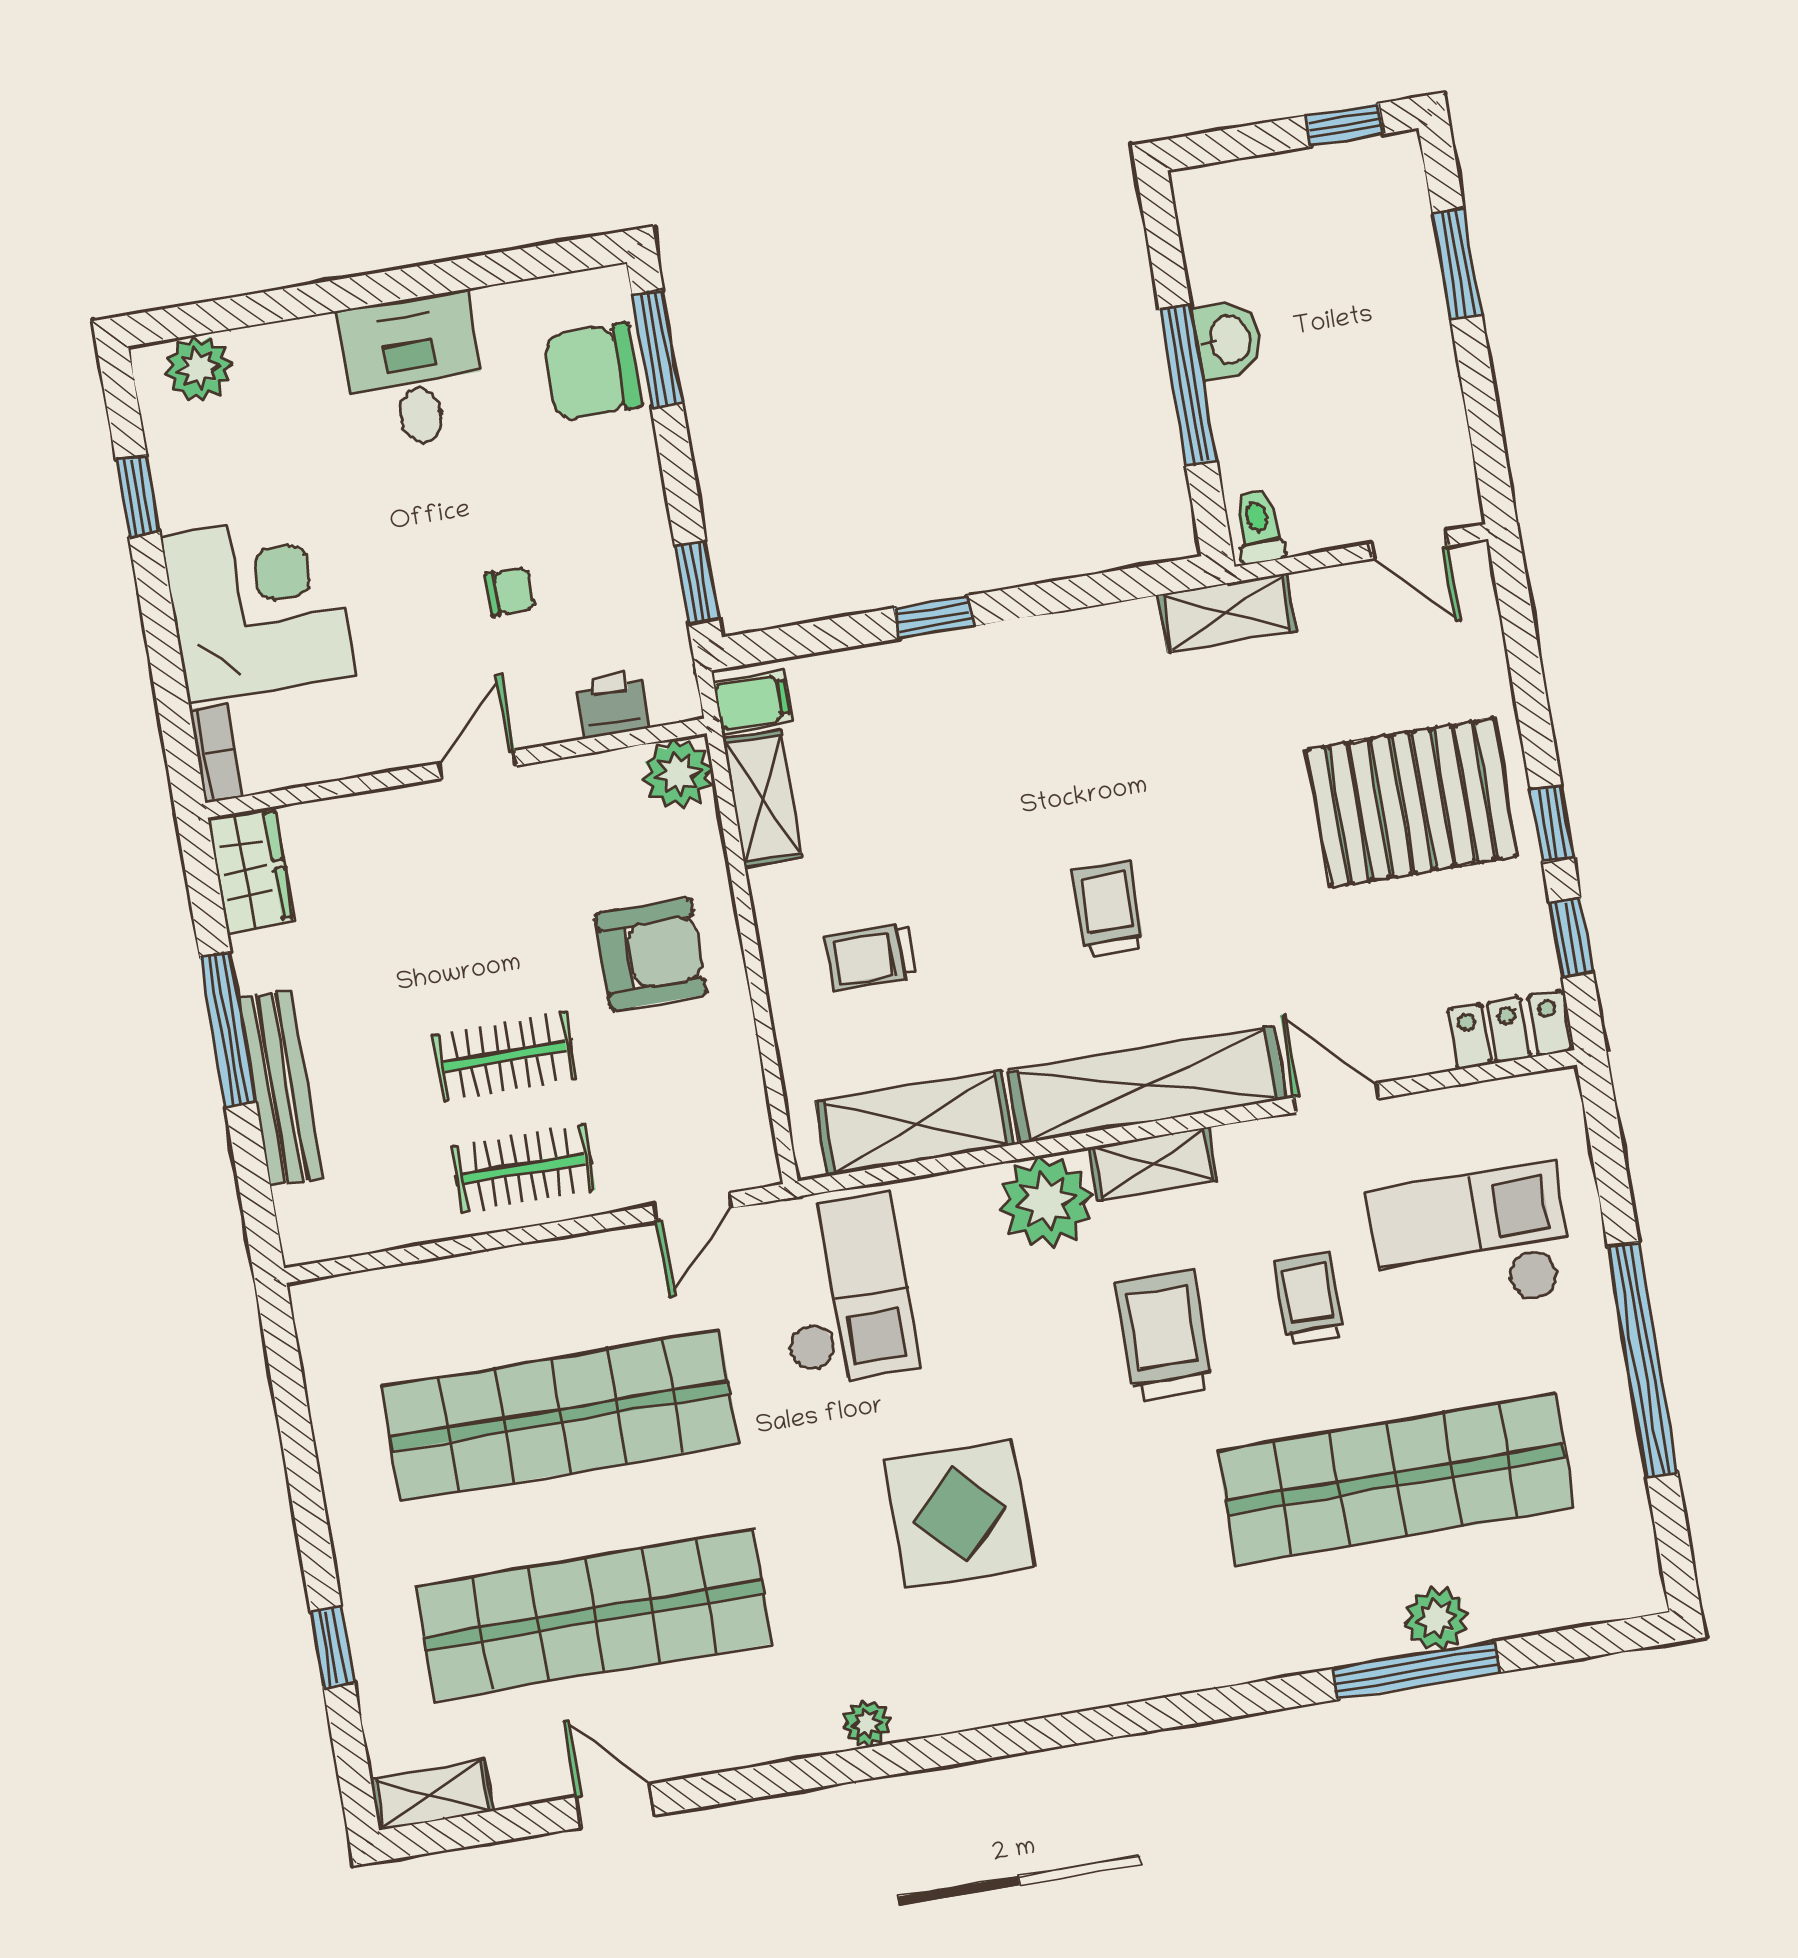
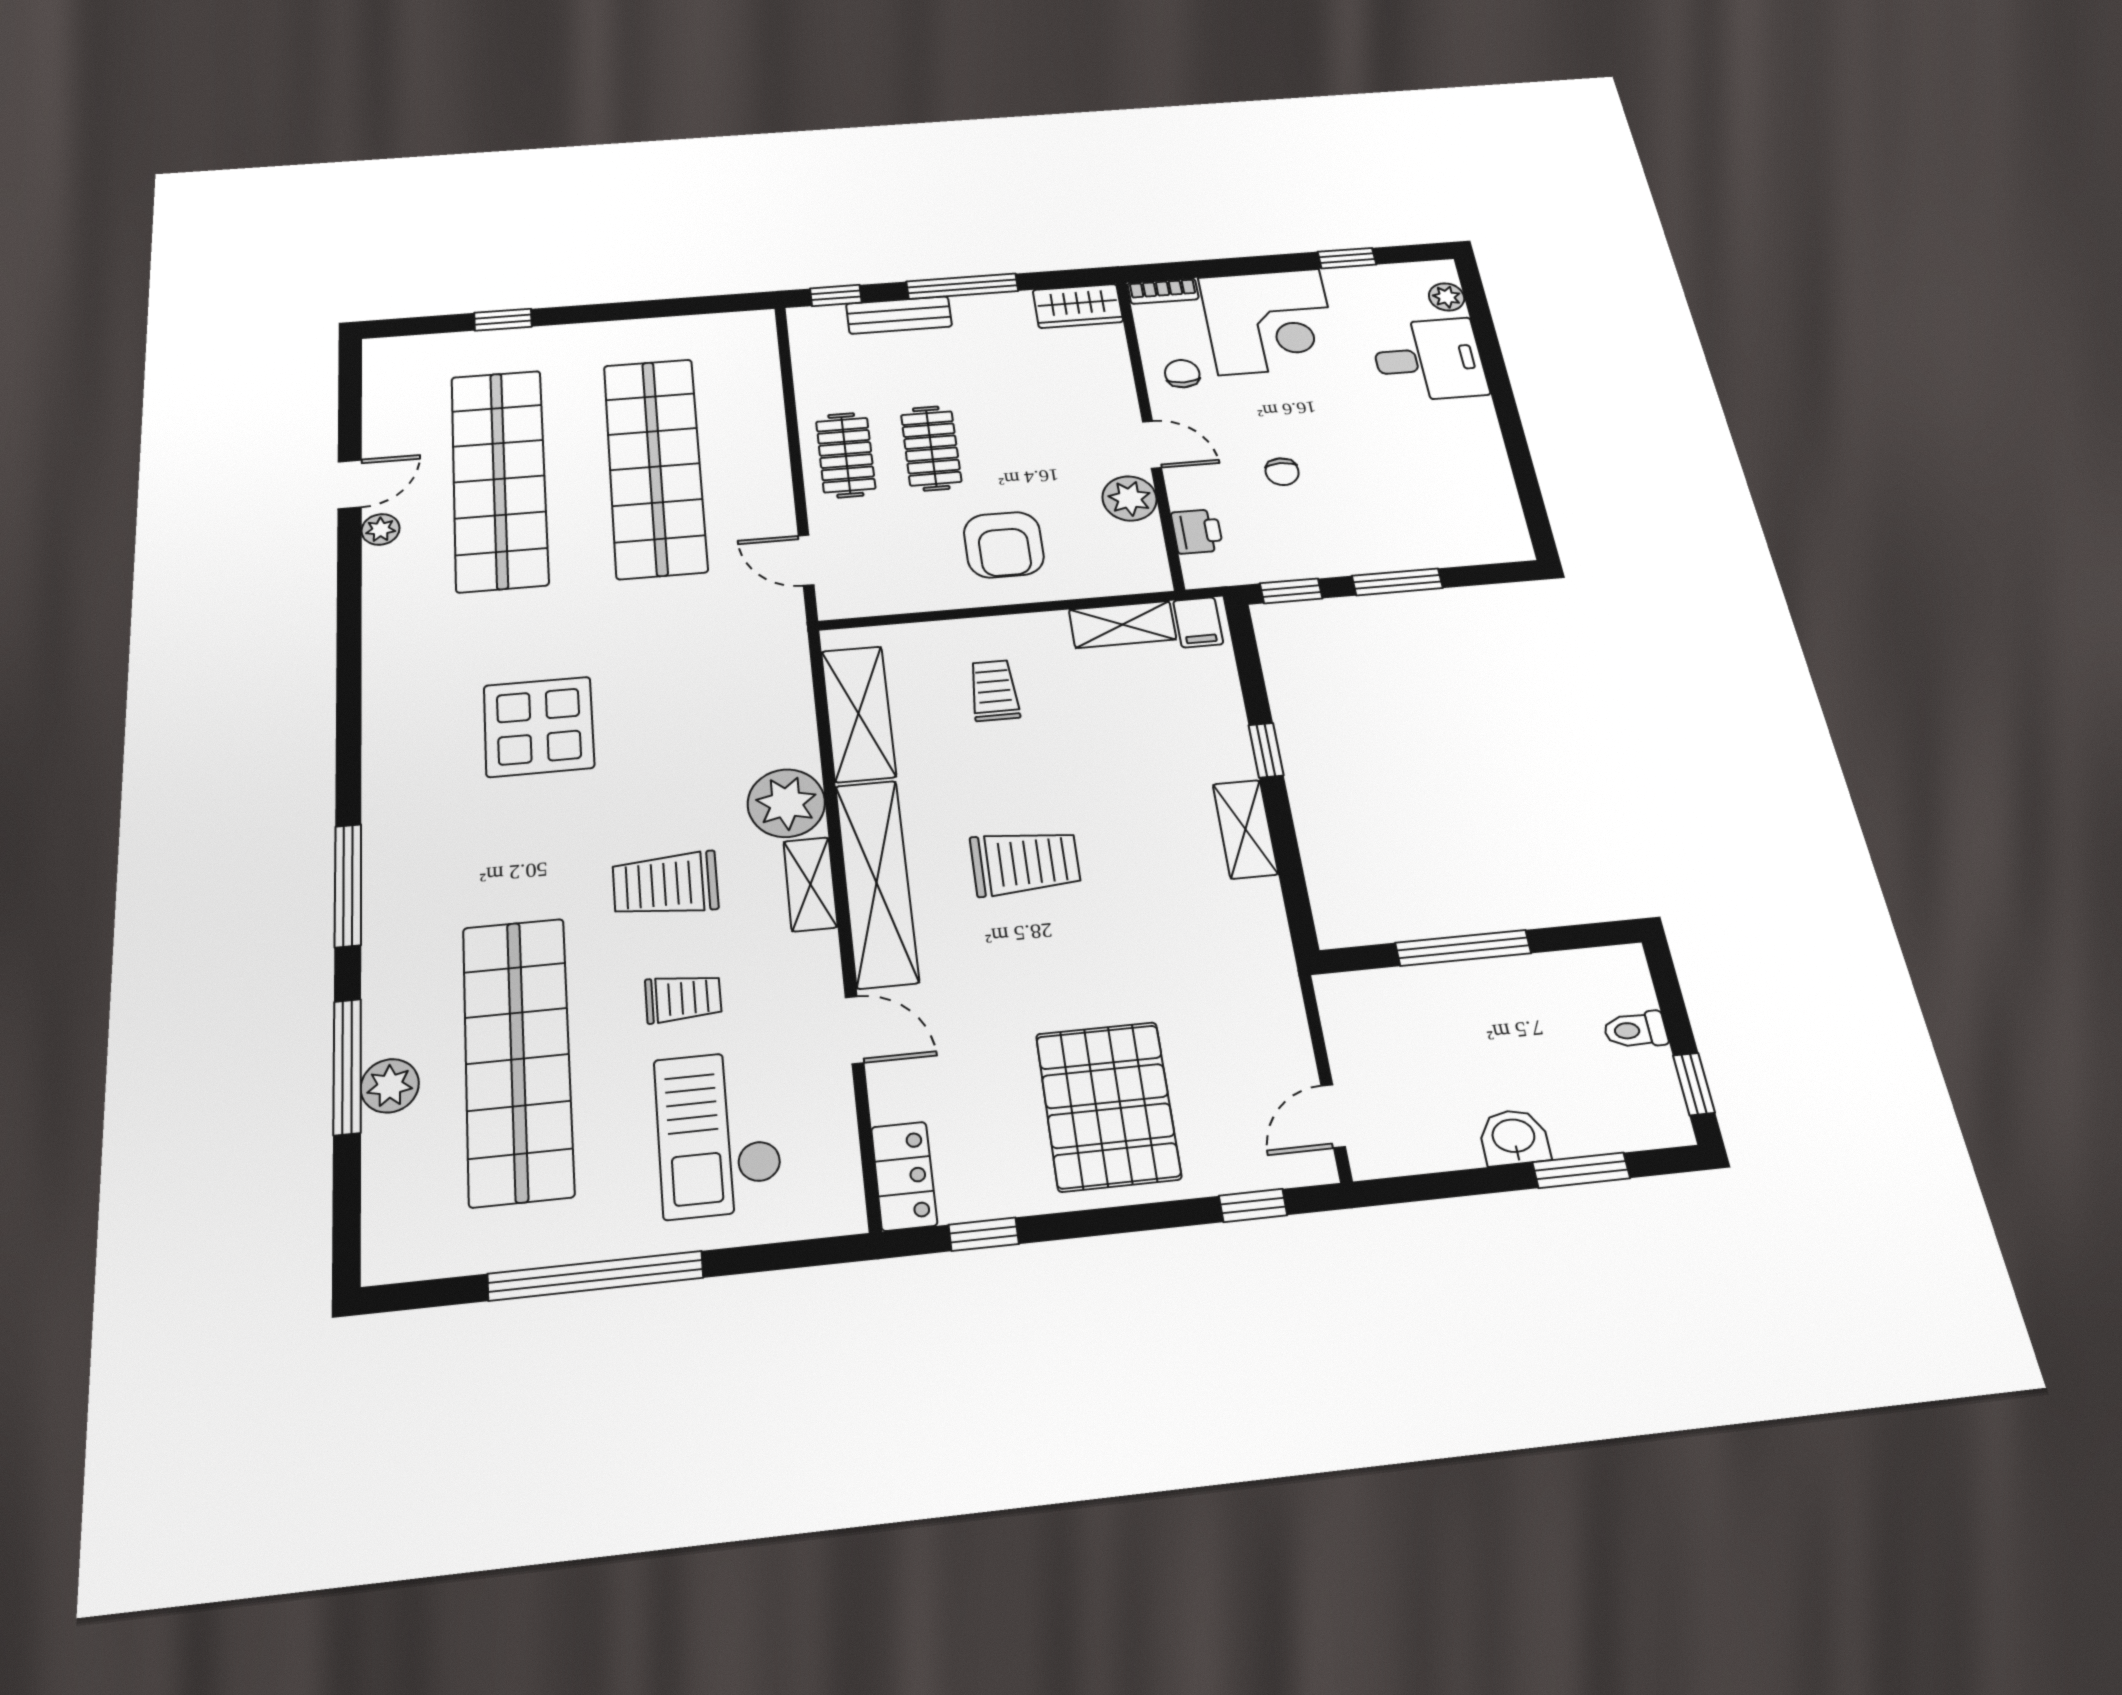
washbasin: (1228, 340) -> (1514, 1137), moved, turned 180
window: (657, 349) -> (1397, 582), moved
plant: (198, 368) -> (1447, 297), width x0.73, depth x0.73
desk: (413, 371) -> (1429, 360), moved
chair: (593, 372) -> (1182, 374), moved, width x0.54, depth x0.54
toilet: (1259, 526) -> (1635, 1030), moved, turned 180
shelving: (1227, 613) -> (1245, 829), moved
plant: (678, 774) -> (1130, 498), moved
window: (1552, 824) -> (1253, 1205), moved
trolley: (1108, 909) -> (1025, 862), width x1.36, depth x1.39
bench: (280, 1088) -> (899, 315), width x0.73
door: (1336, 1098) -> (855, 1030), hinge flipped
window: (257, 1201) -> (836, 295), added
checkout: (1471, 1242) -> (718, 1133), turned 180
checkout: (843, 1289) -> (730, 656), removed
trolley: (1164, 1336) -> (665, 884), turned 180
window: (1189, 1709) -> (348, 885), added
plant: (867, 1724) -> (381, 529), moved
shelving: (432, 1795) -> (382, 372), removed

